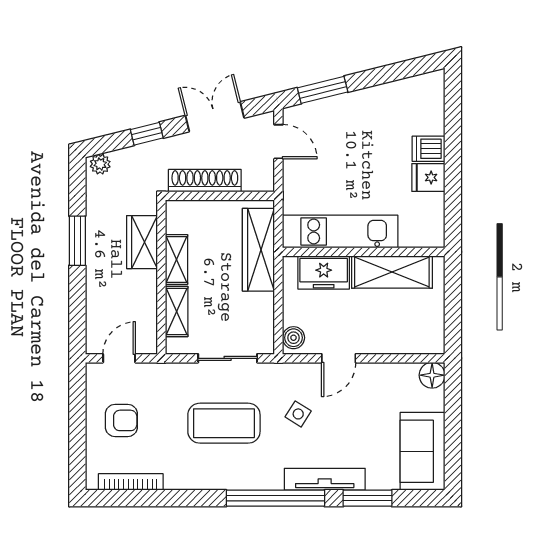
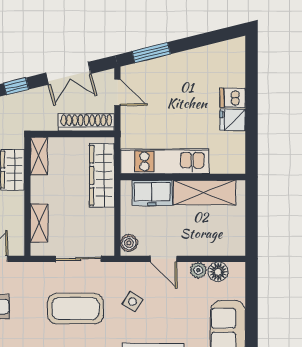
double door: (215, 117) -> (68, 73), swing flipped
shoe rack: (205, 181) -> (86, 122), moved
shelving: (176, 259) -> (39, 156), moved
door: (339, 358) -> (164, 259), hinge flipped
plant: (384, 373) -> (198, 270), added
floor lamp: (432, 375) -> (218, 272), moved

